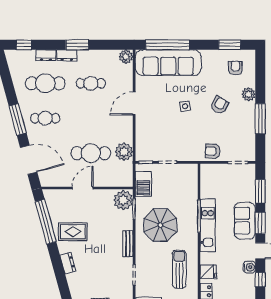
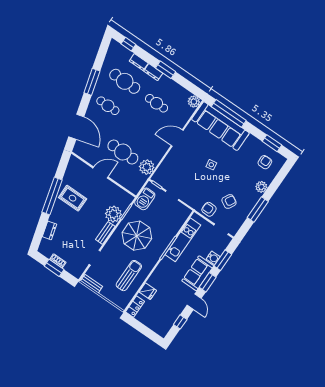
armchair: (219, 105) -> (229, 201), moved
window: (18, 119) -> (92, 82), moved
plant: (123, 200) -> (113, 214), moved
window: (46, 222) -> (52, 196), moved
kitchen unit: (208, 225) -> (183, 240), moved
dresser: (68, 263) -> (49, 230), moved
water cooler: (249, 267) -> (213, 258), moved

